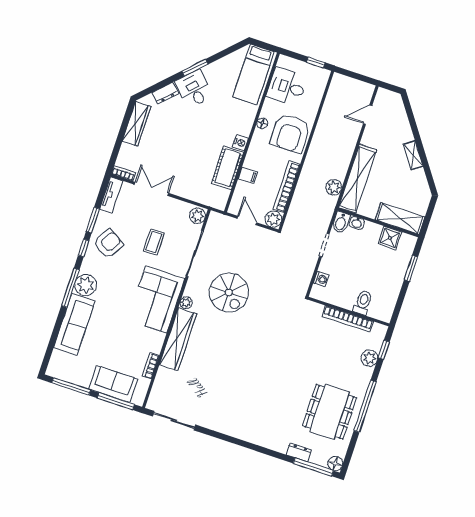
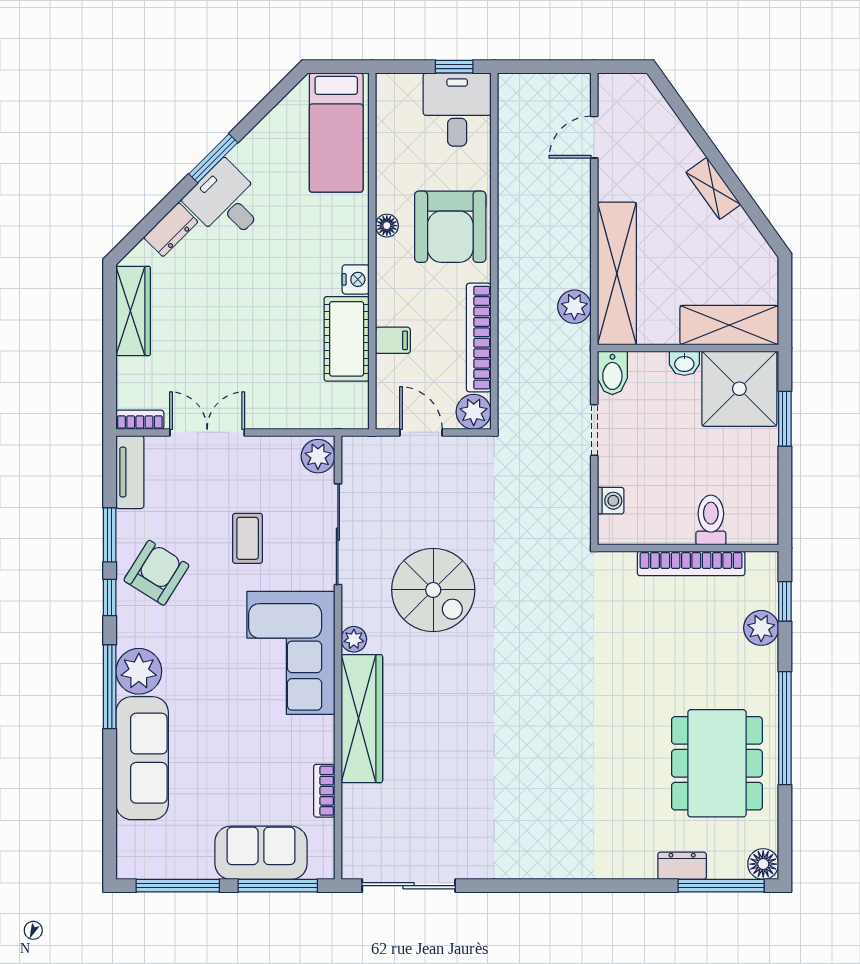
desk: (287, 87) -> (457, 110), moved, turned 90
washbasin: (357, 223) -> (684, 363), moved
shower: (390, 238) -> (739, 389), width x1.86, depth x1.86

